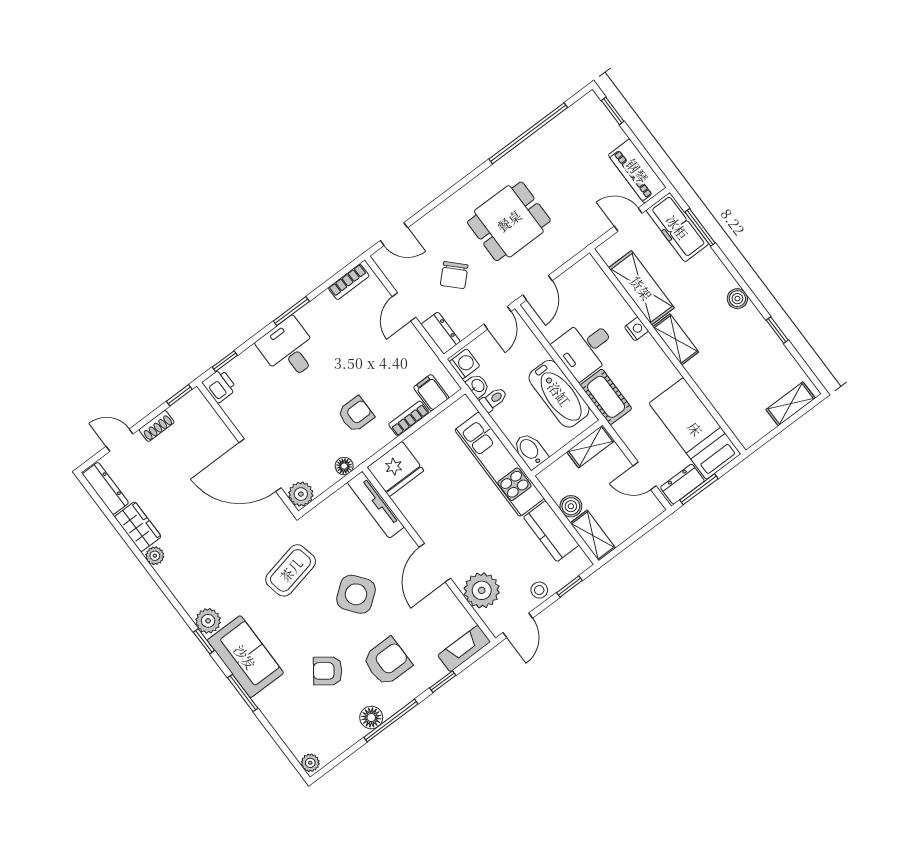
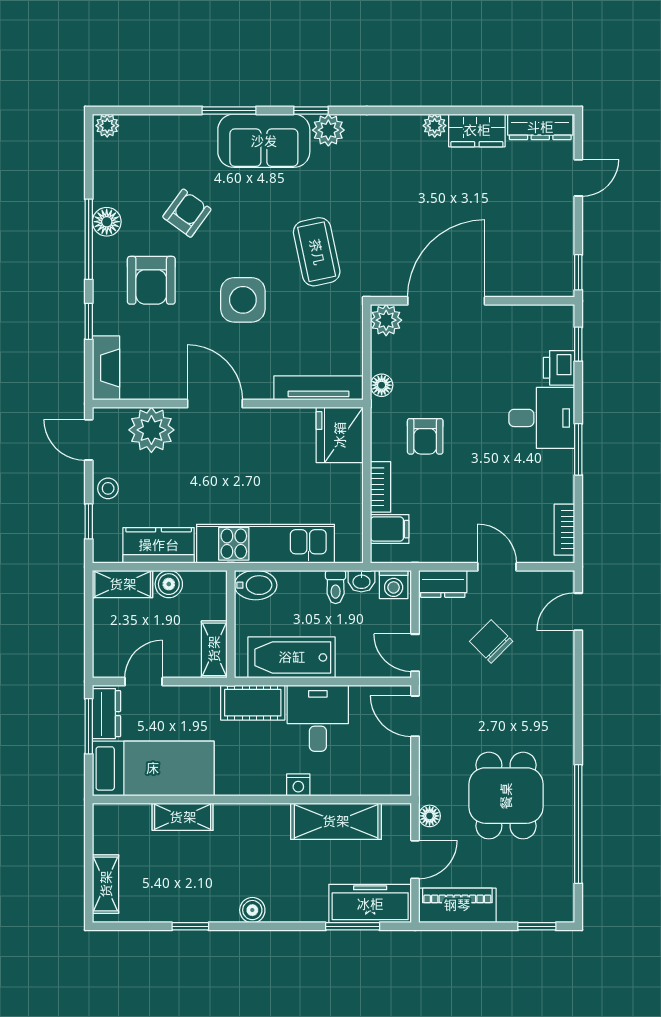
dining table: (509, 221) -> (506, 796), moved
floor lamp: (594, 231) -> (430, 816), added
shelving: (676, 339) -> (183, 817), moved
printer: (219, 386) -> (559, 368), moved, turned 90
shoe rack: (157, 426) -> (564, 226), removed
side table: (356, 594) -> (243, 300), turned 38

